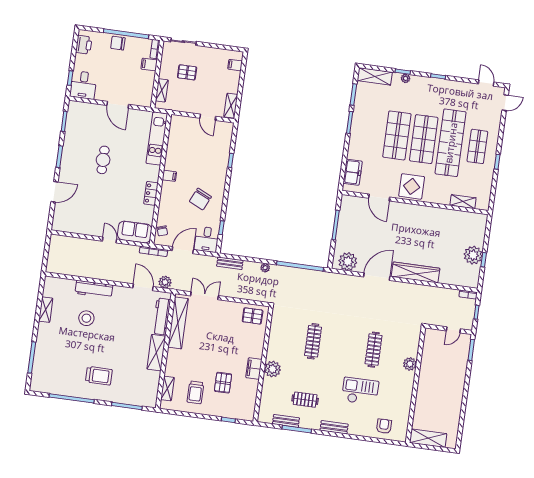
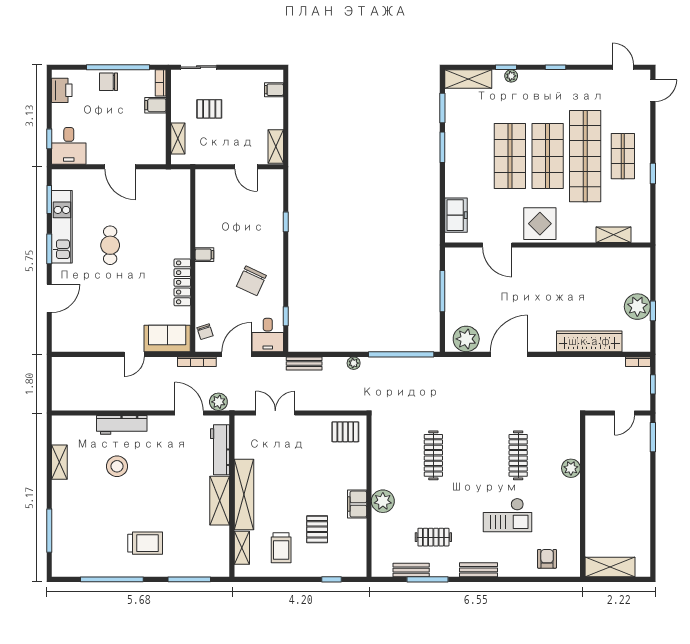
kitchen unit: (157, 138) -> (62, 227), moved, turned 180
locker: (151, 193) -> (182, 282), width x1.53
door: (110, 240) -> (134, 354), swing flipped
wardrobe: (416, 273) -> (589, 341), moved
shelving: (178, 323) -> (244, 494), moved
checkout: (360, 391) -> (508, 515), turned 180

